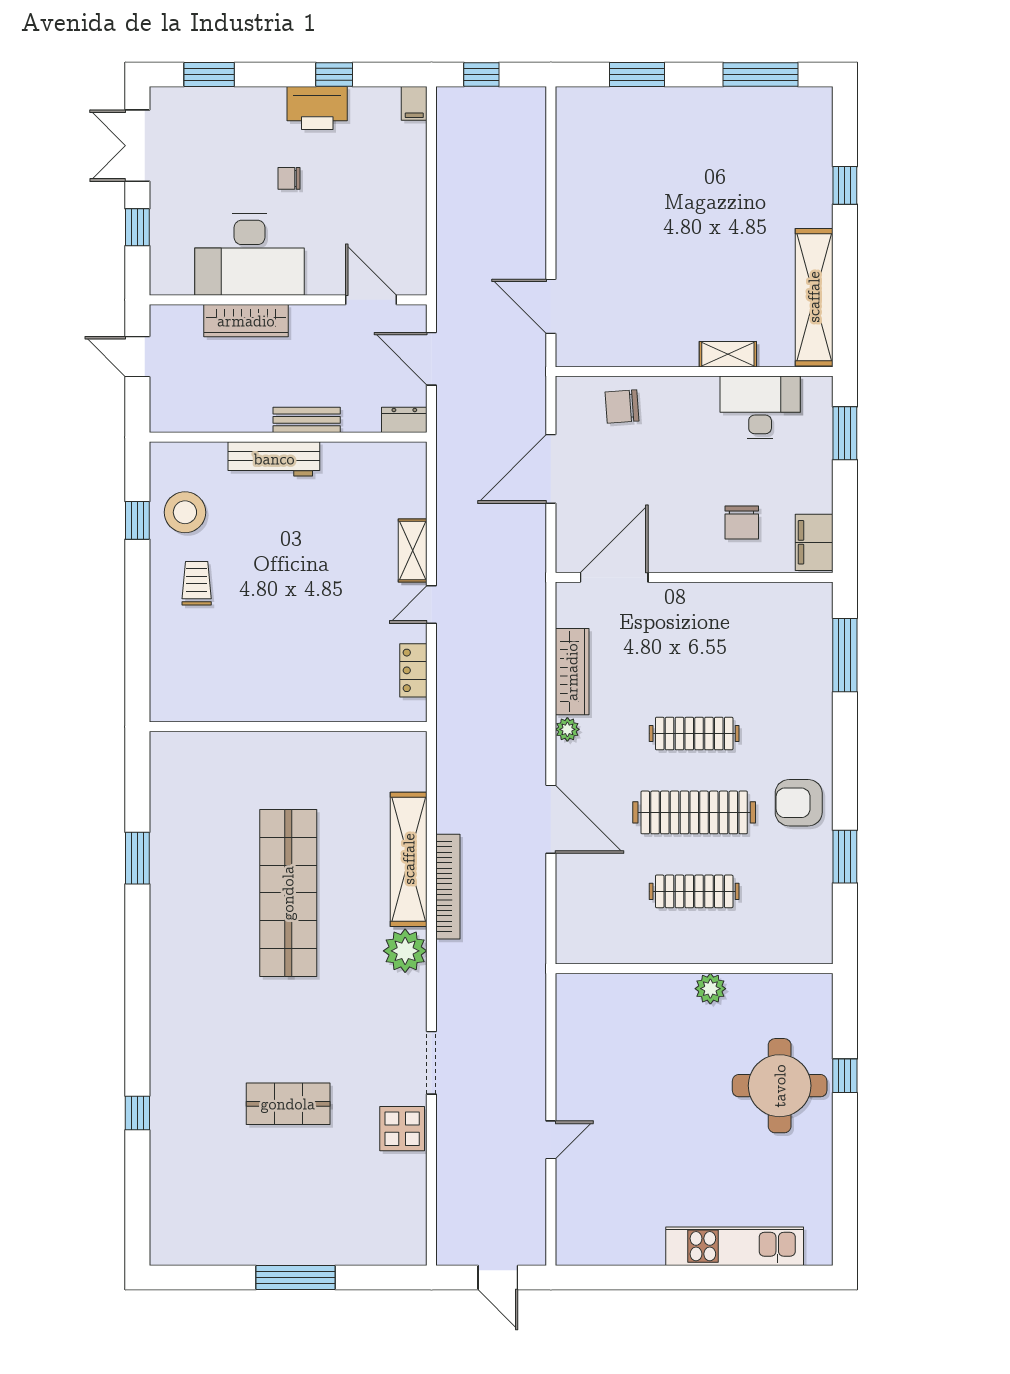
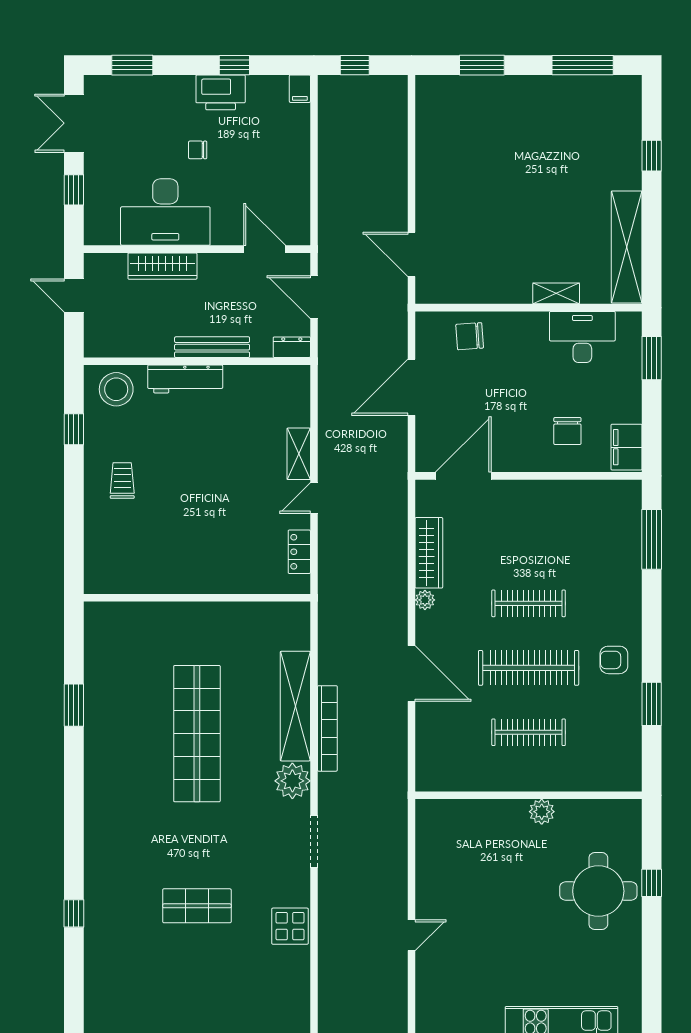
bench: (307, 420) -> (212, 347), width x1.36
stool: (185, 512) -> (116, 389), moved
armchair: (799, 803) -> (614, 660), width x0.72, depth x0.72
doorway: (431, 1063) -> (314, 841), moved

